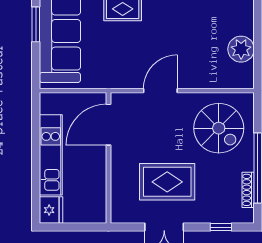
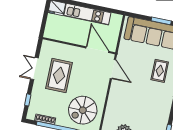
door: (160, 91) -> (113, 69), moved

